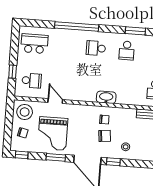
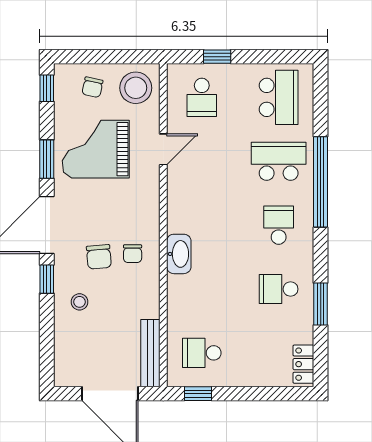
school desk: (65, 46) -> (279, 161), added

